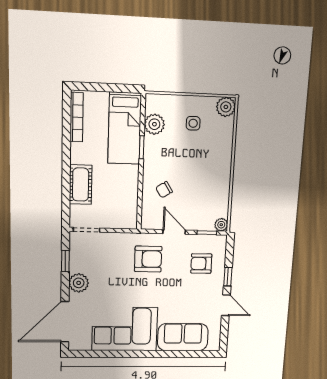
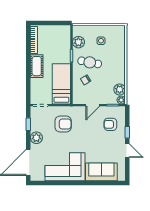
plant: (226, 107) -> (120, 89), moved
bed: (125, 128) -> (61, 84), moved, turned 180
cafe table: (172, 160) -> (90, 62), added
cot: (81, 185) -> (37, 66), moved
door: (174, 232) -> (93, 105), swing flipped
armchair: (148, 259) -> (63, 124), moved

